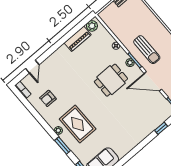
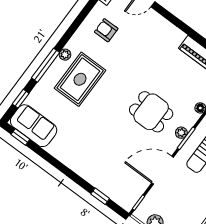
door: (153, 81) -> (163, 170), hinge flipped
window: (63, 146) -> (45, 65), width x1.44

